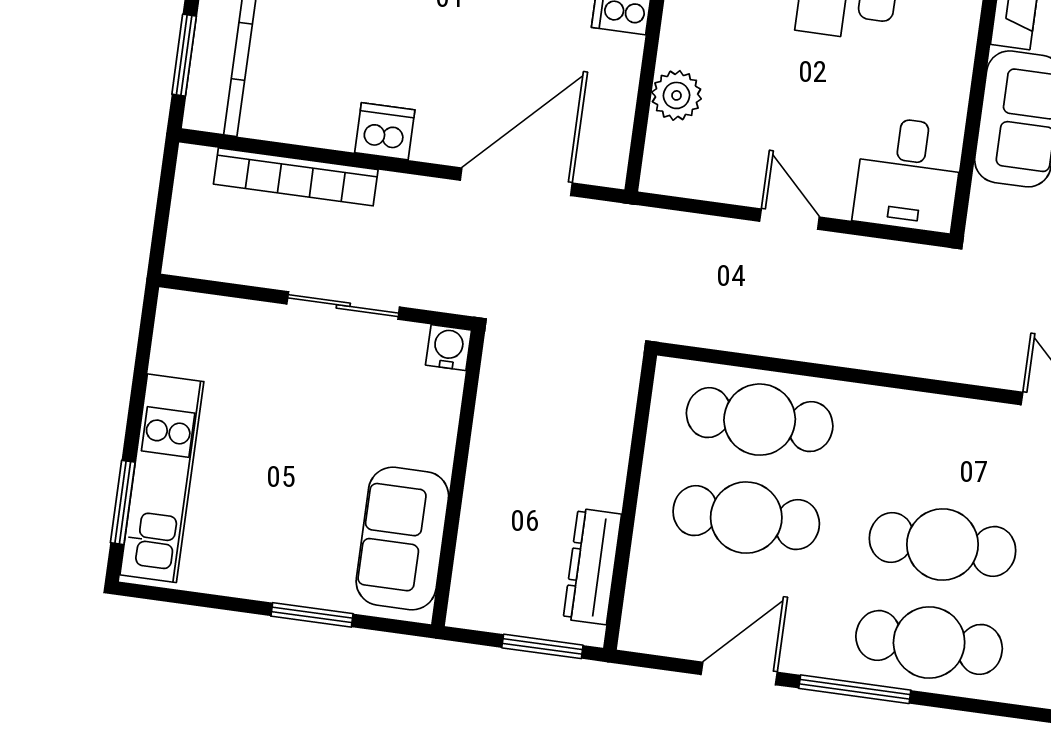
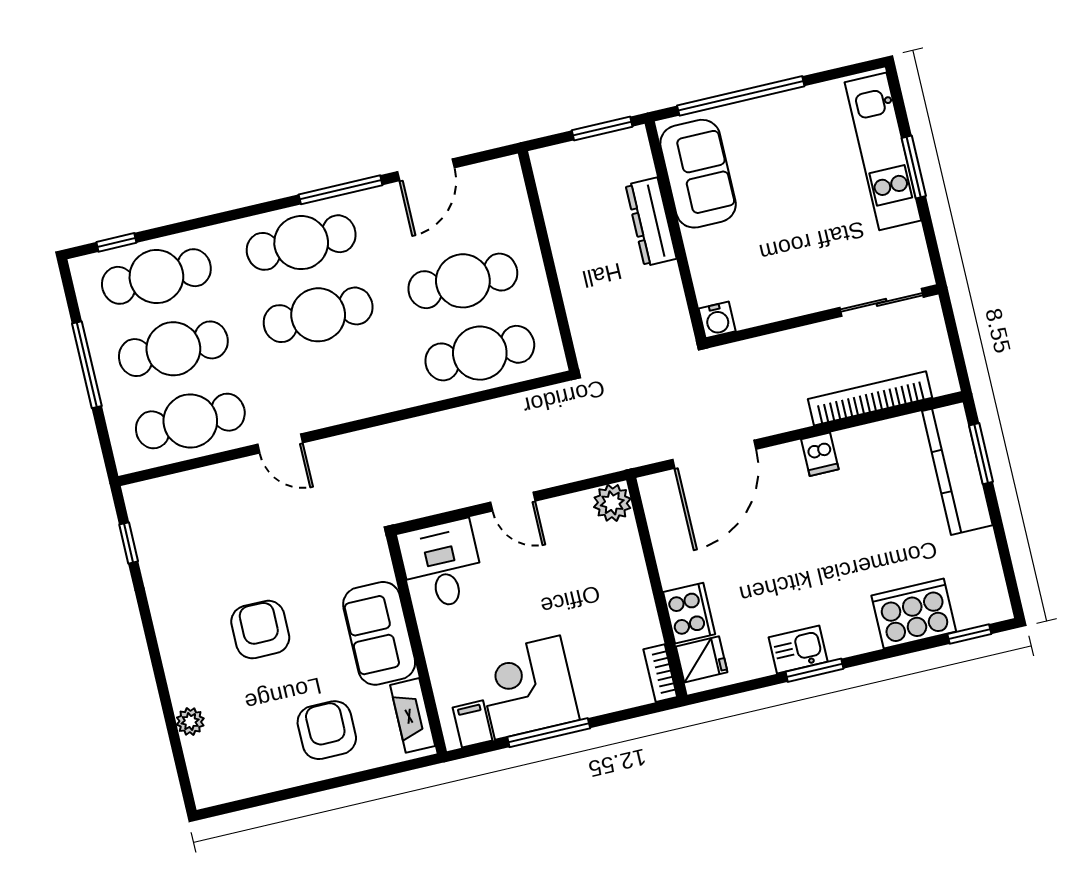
plant: (677, 95) -> (612, 503), moved
dishwasher: (385, 131) -> (820, 454), width x0.73
sliding door: (343, 306) -> (882, 302), moved
window: (123, 502) -> (914, 167), moved
dresser: (592, 567) -> (651, 222), moved, turned 180
window: (312, 615) -> (741, 96), width x2.11
window: (542, 646) -> (602, 128), moved

